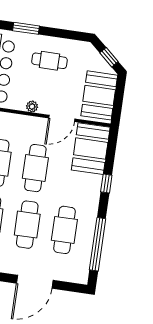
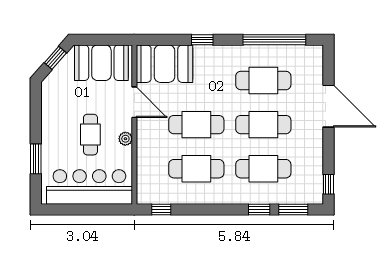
cafe table: (49, 61) -> (90, 135), moved

